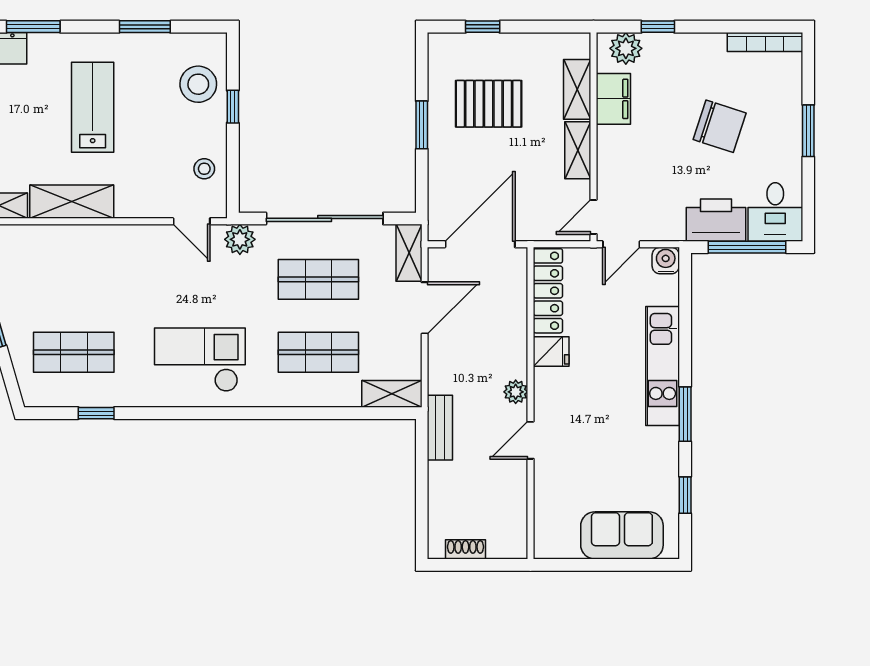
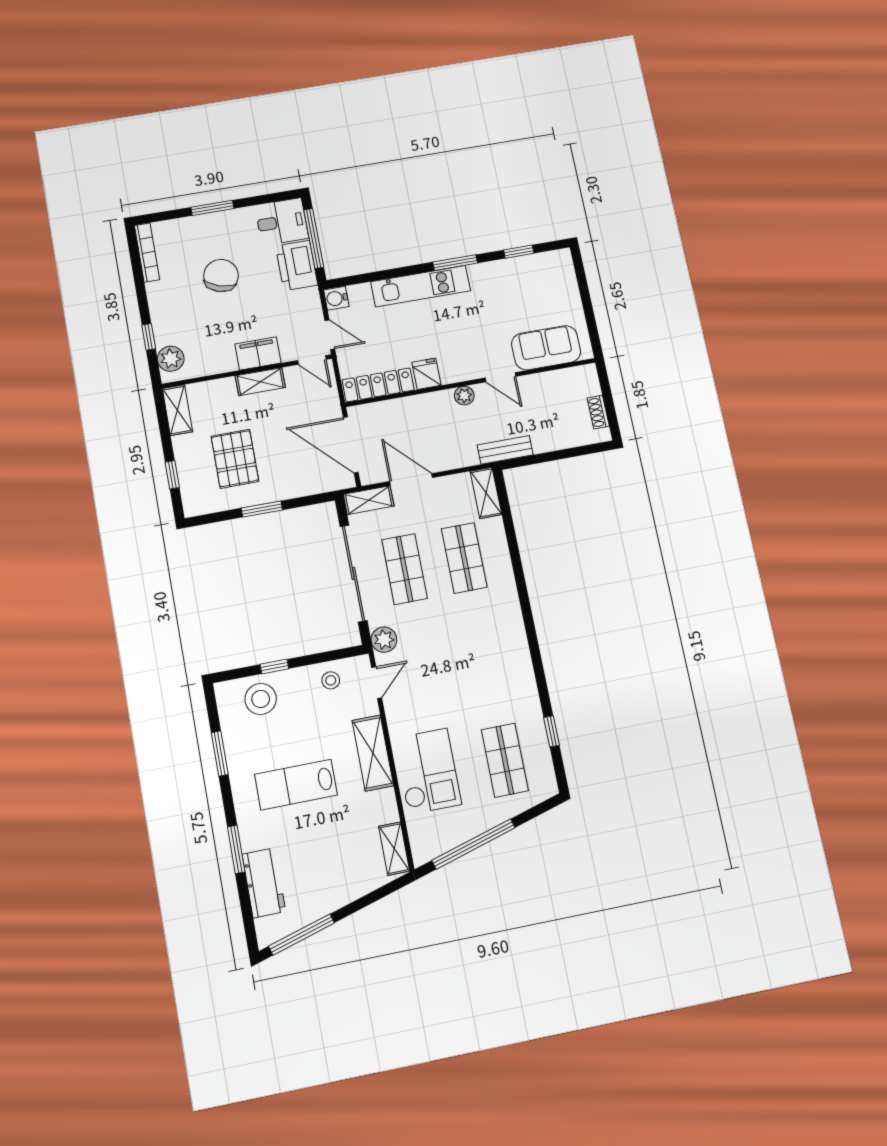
shelving: (577, 89) -> (177, 410), moved, turned 90
filing cabinet: (613, 99) -> (258, 353), moved
shelving: (72, 202) -> (373, 753), moved
checkout: (200, 360) -> (428, 771), moved, turned 180
sofa: (622, 535) -> (546, 348), moved, turned 90

